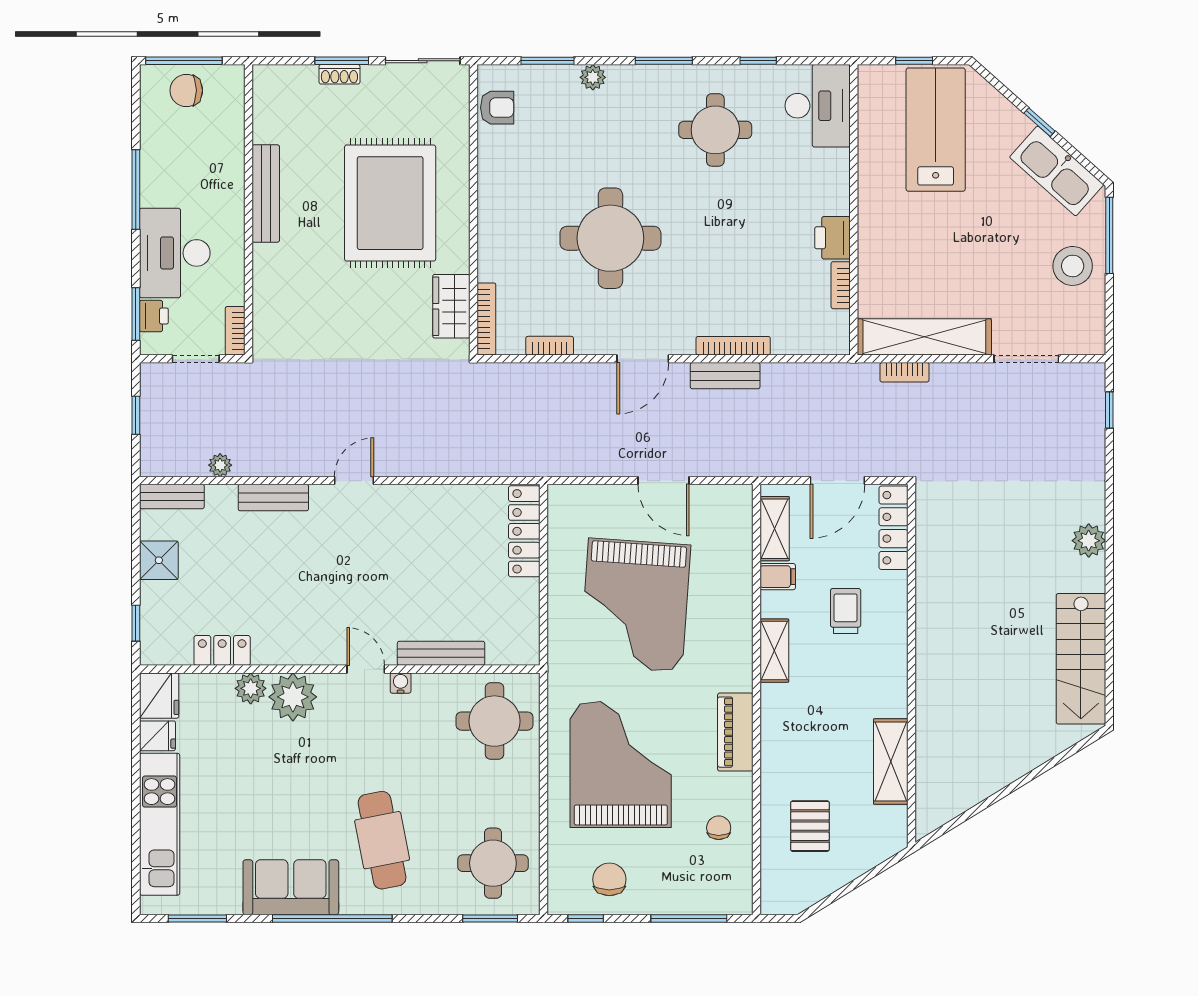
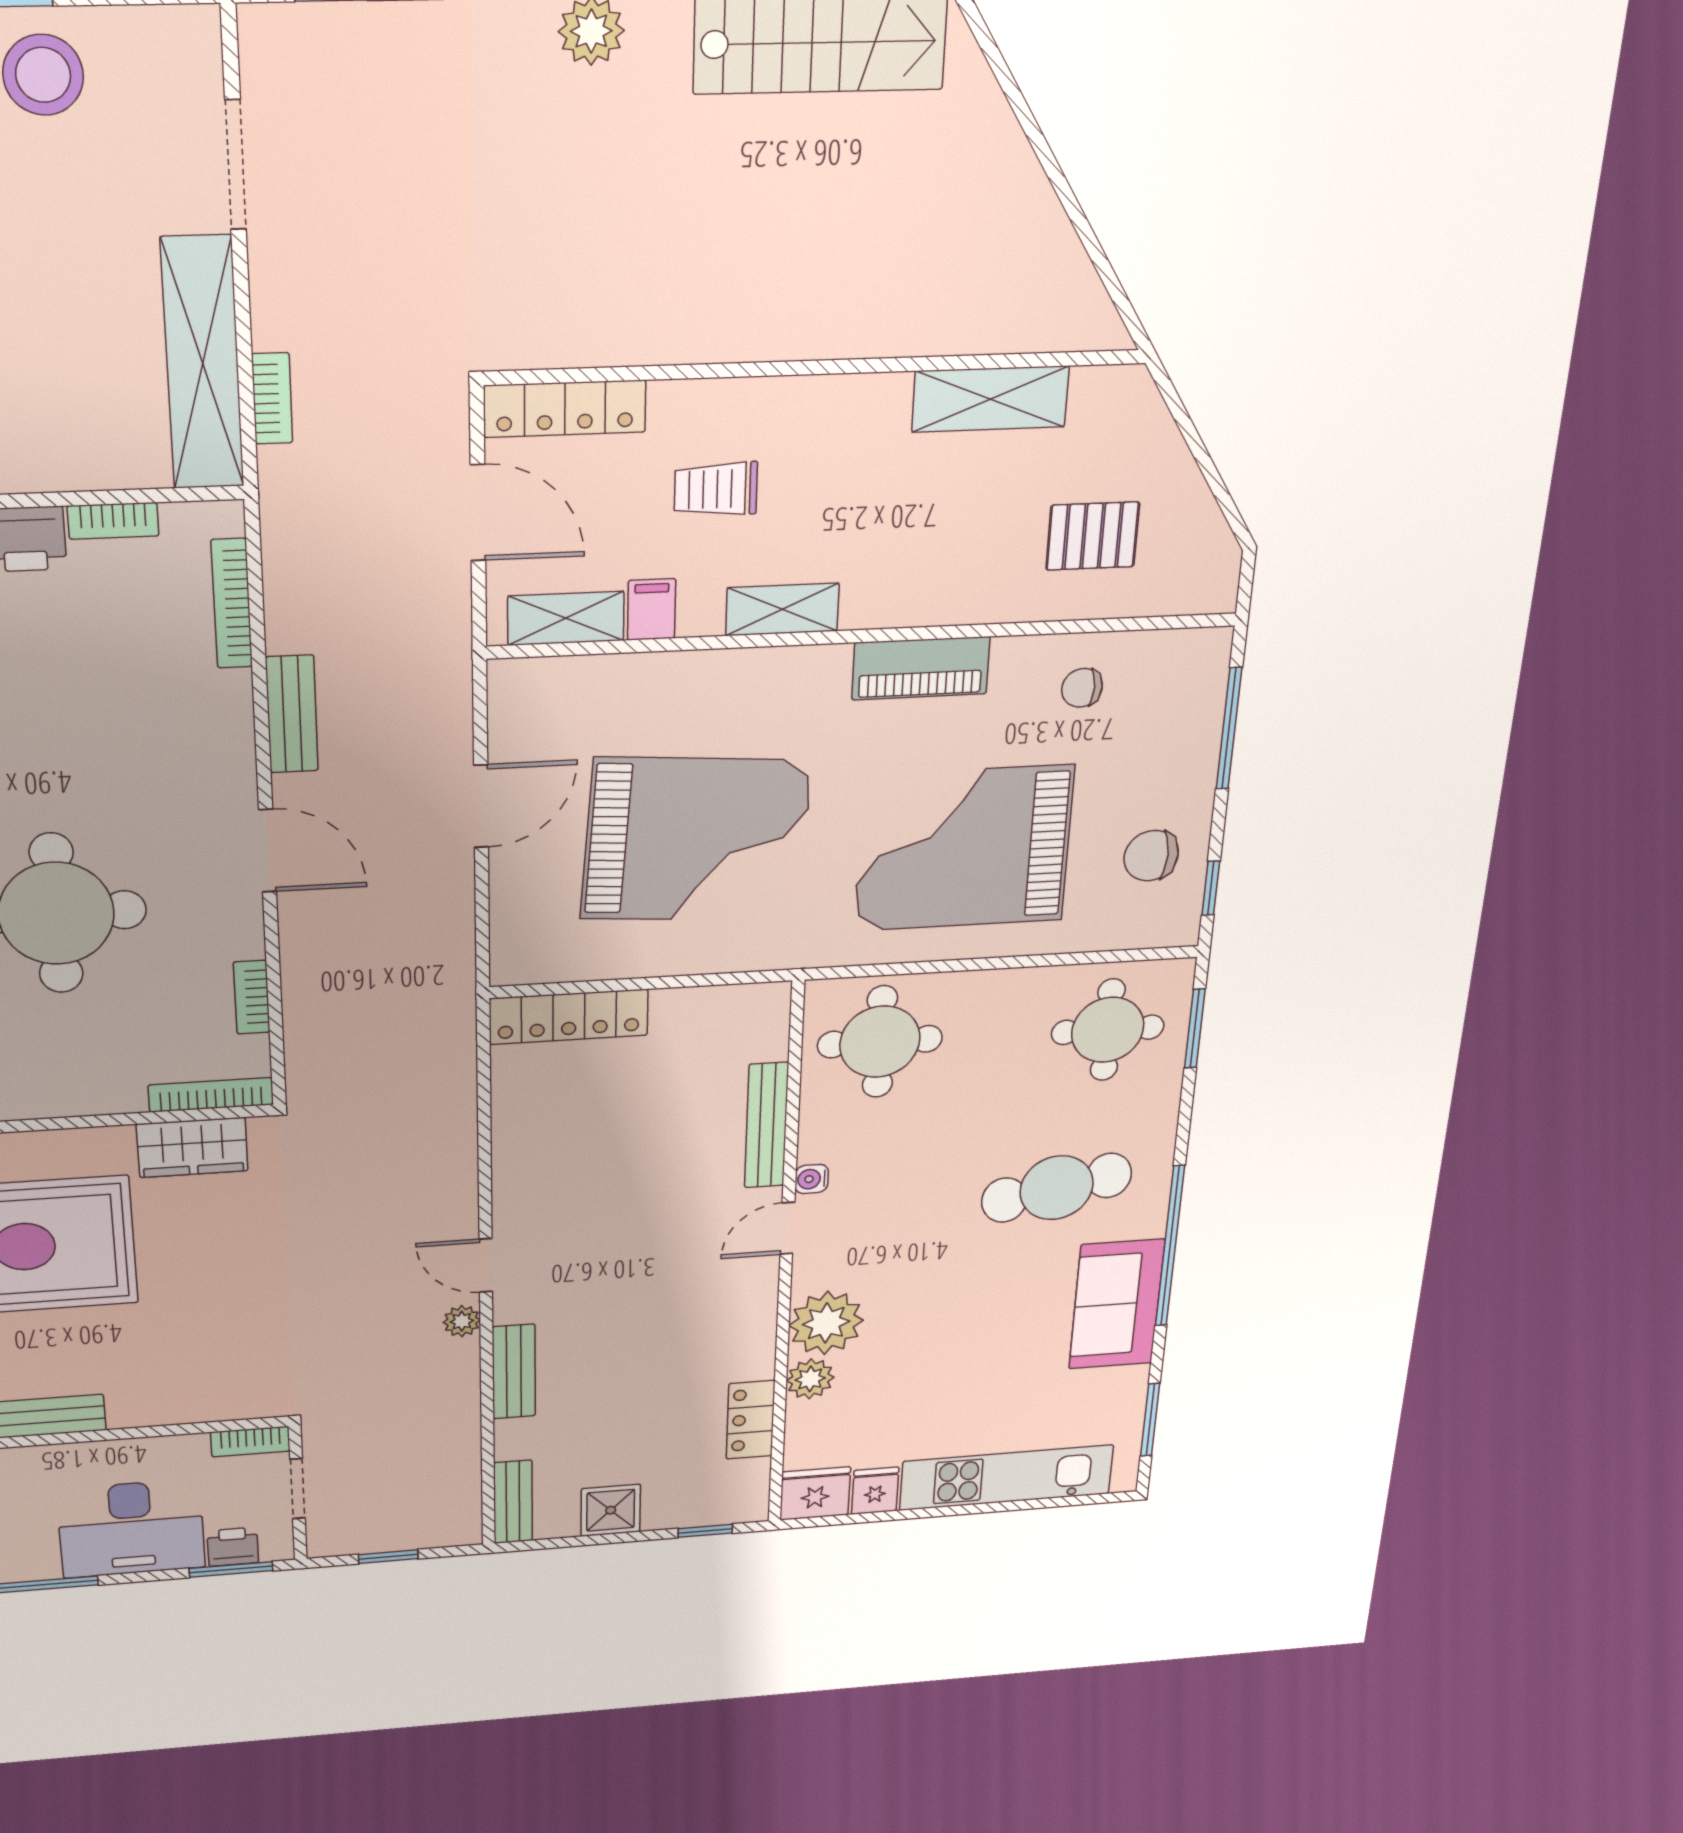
bookcase: (733, 346) -> (232, 604), moved
plant: (220, 465) -> (462, 1321), moved

